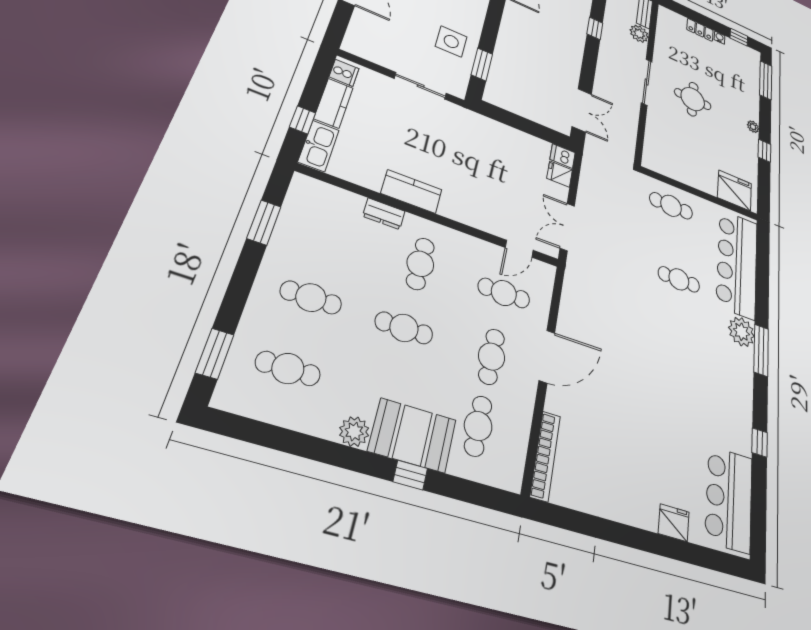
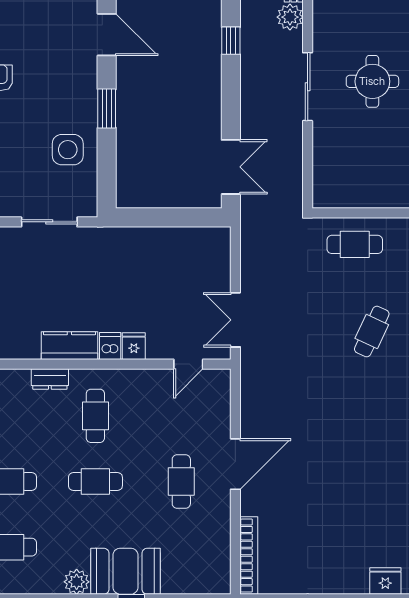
window: (482, 64) -> (107, 109), moved
dishwasher: (563, 156) -> (110, 346), moved, turned 90
fridge: (560, 174) -> (134, 346), moved, turned 90
cafe table: (679, 279) -> (372, 332), turned -65
cafe table: (504, 293) -> (181, 416), removed
cafe table: (478, 426) -> (181, 547), removed

